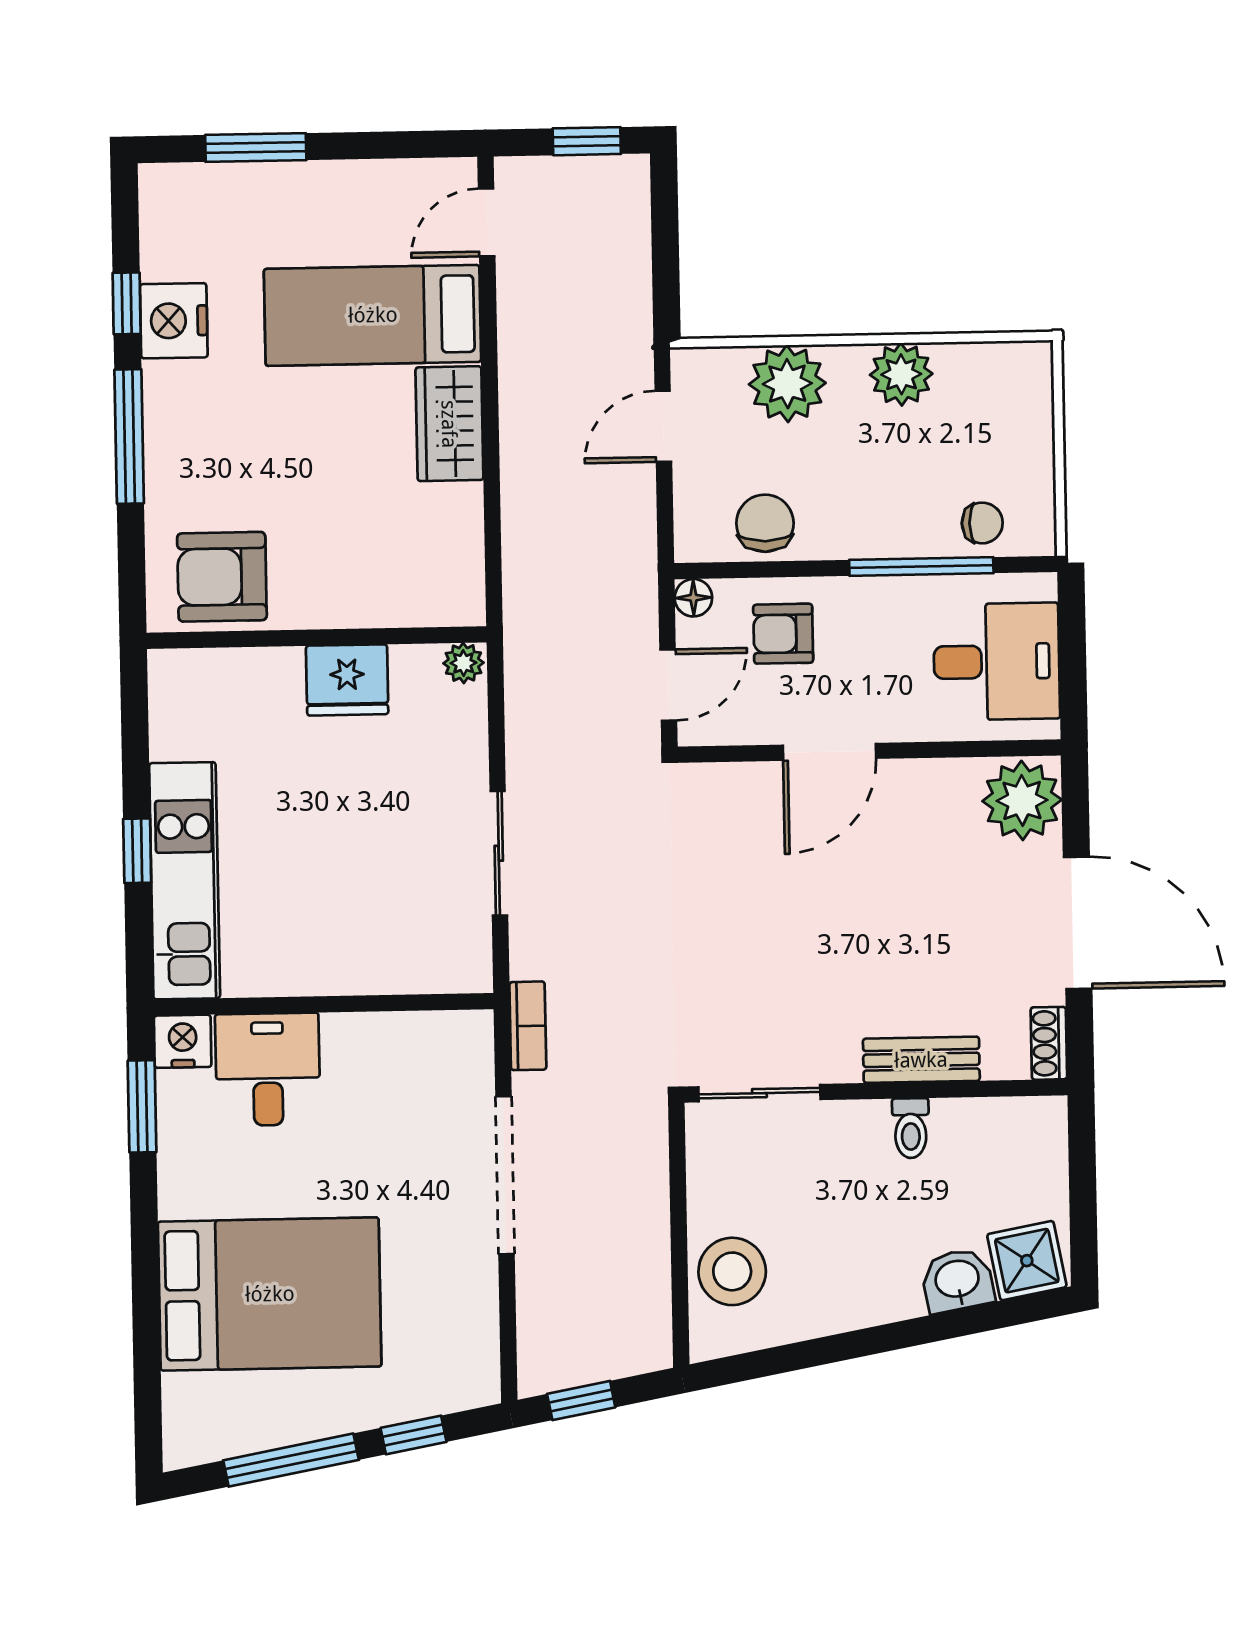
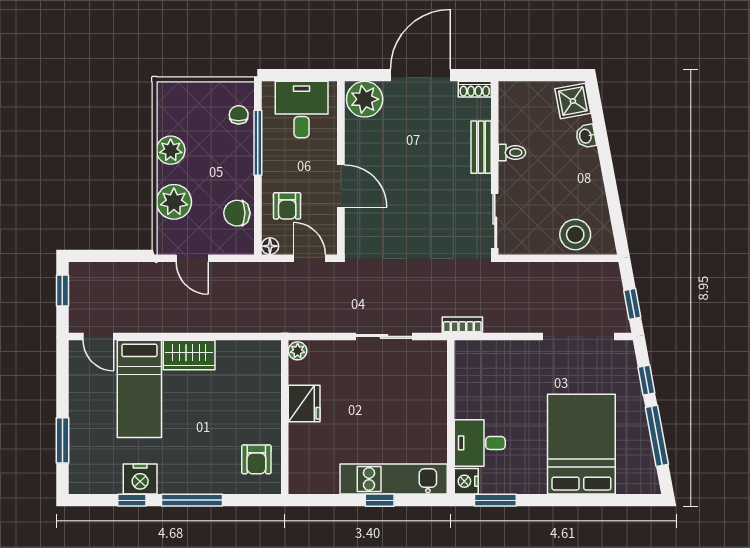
armchair: (222, 577) -> (256, 459), width x0.72, depth x0.72
doorway: (505, 1175) -> (578, 336), moved
washbasin: (957, 1280) -> (586, 136), width x0.72, depth x0.69

